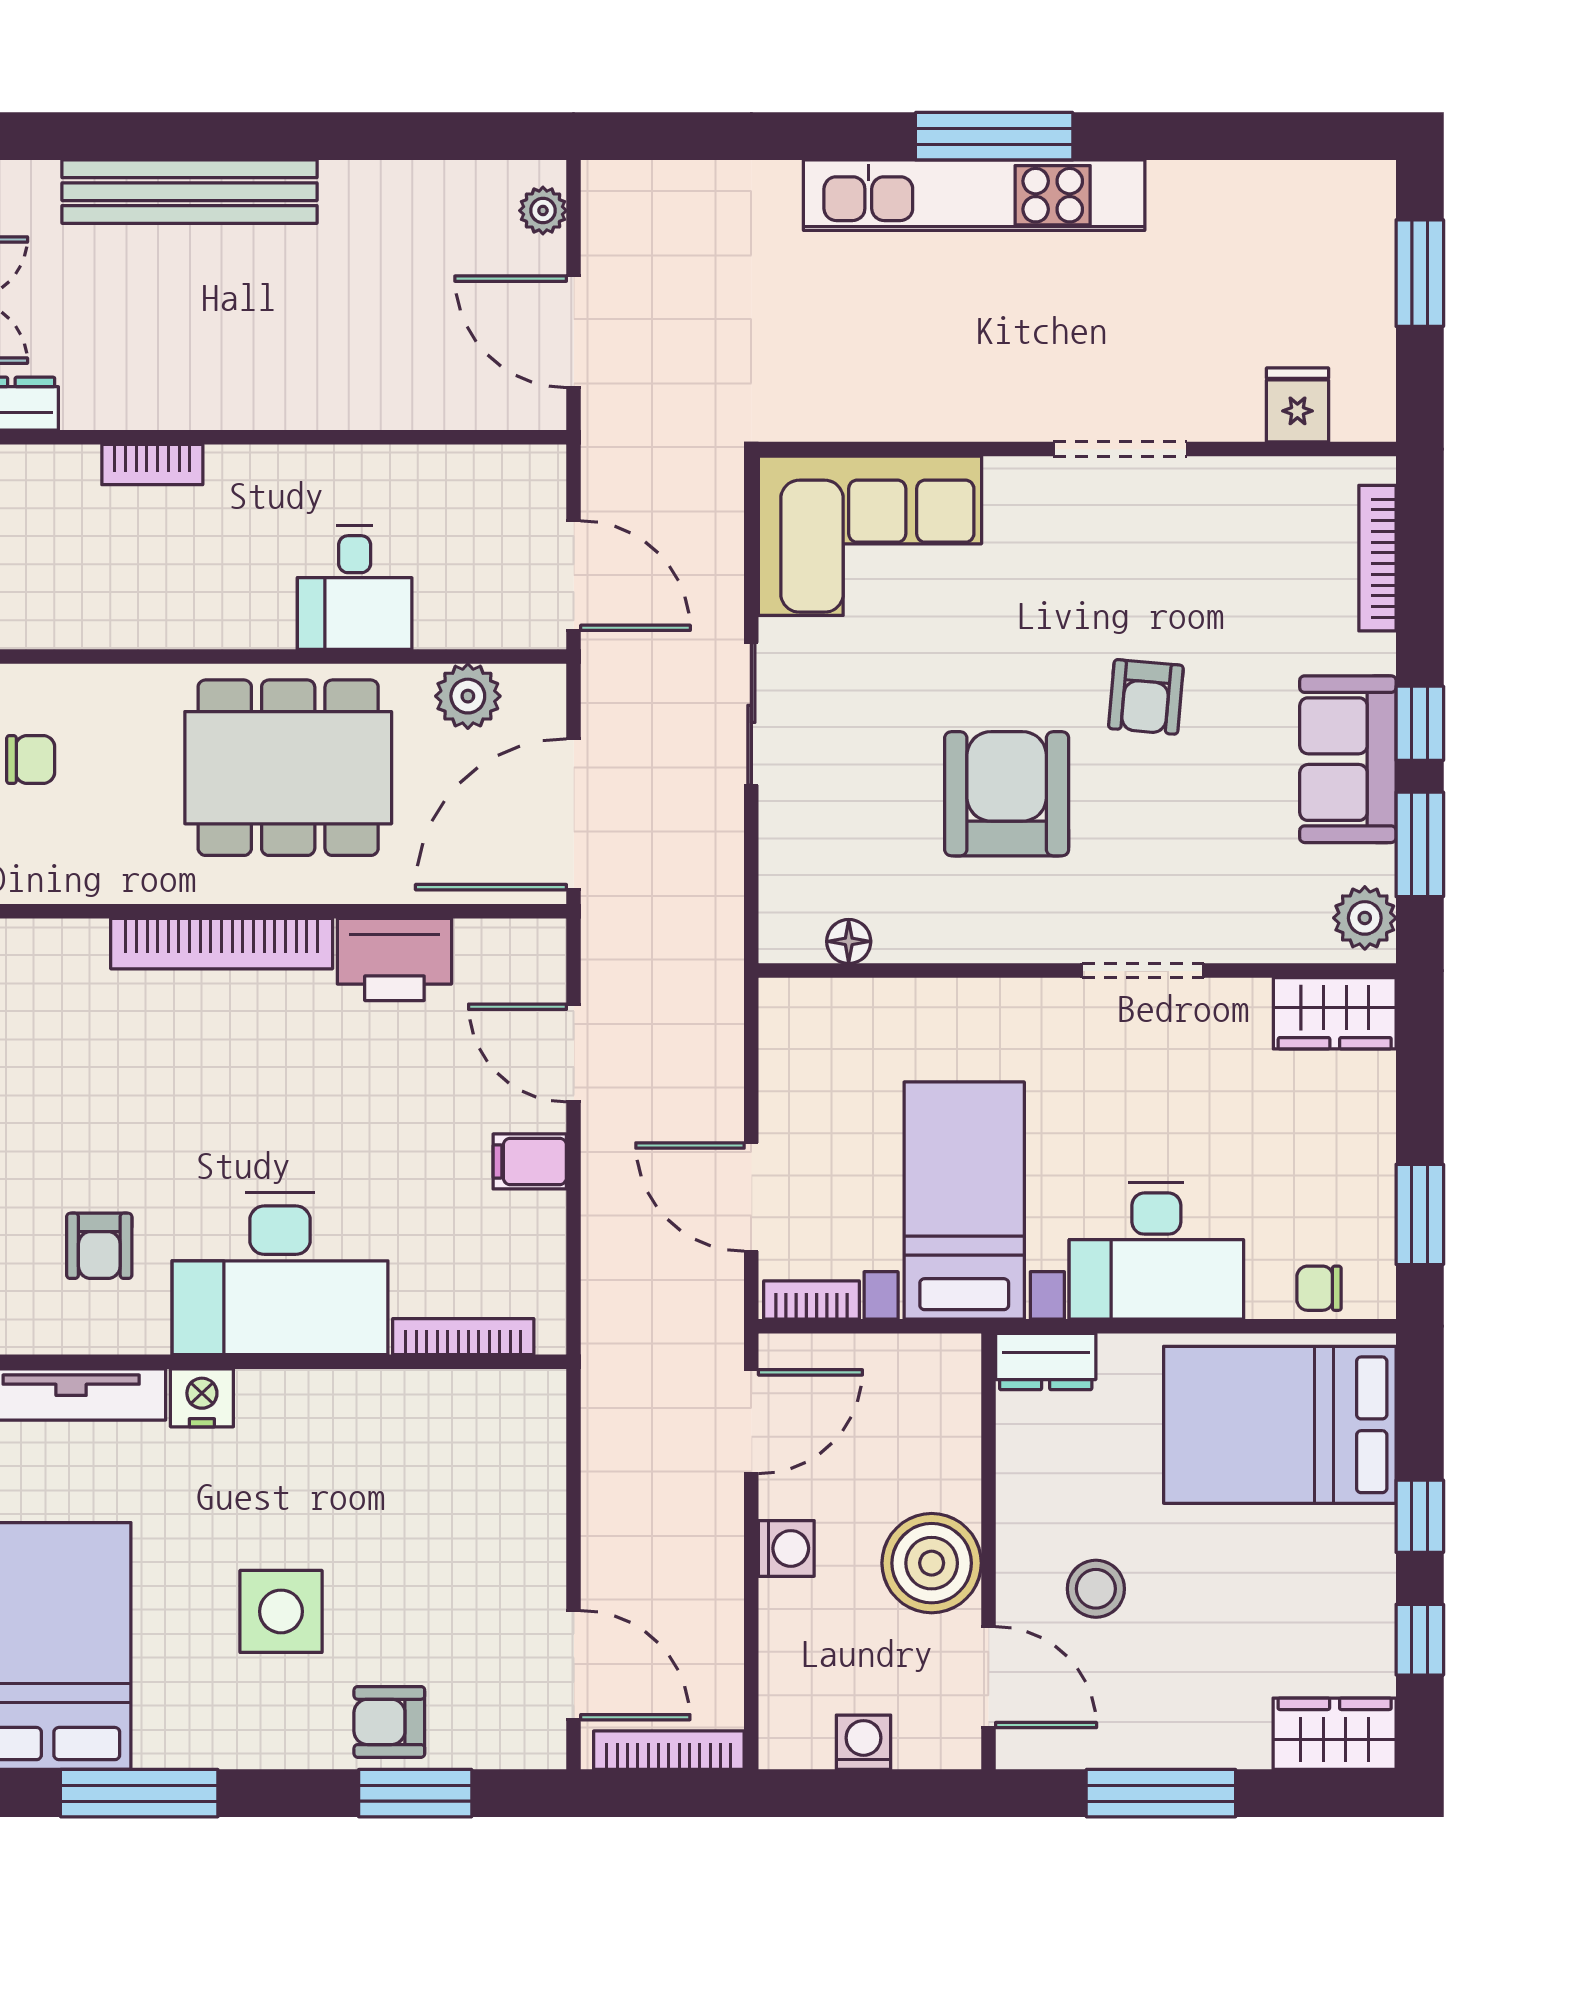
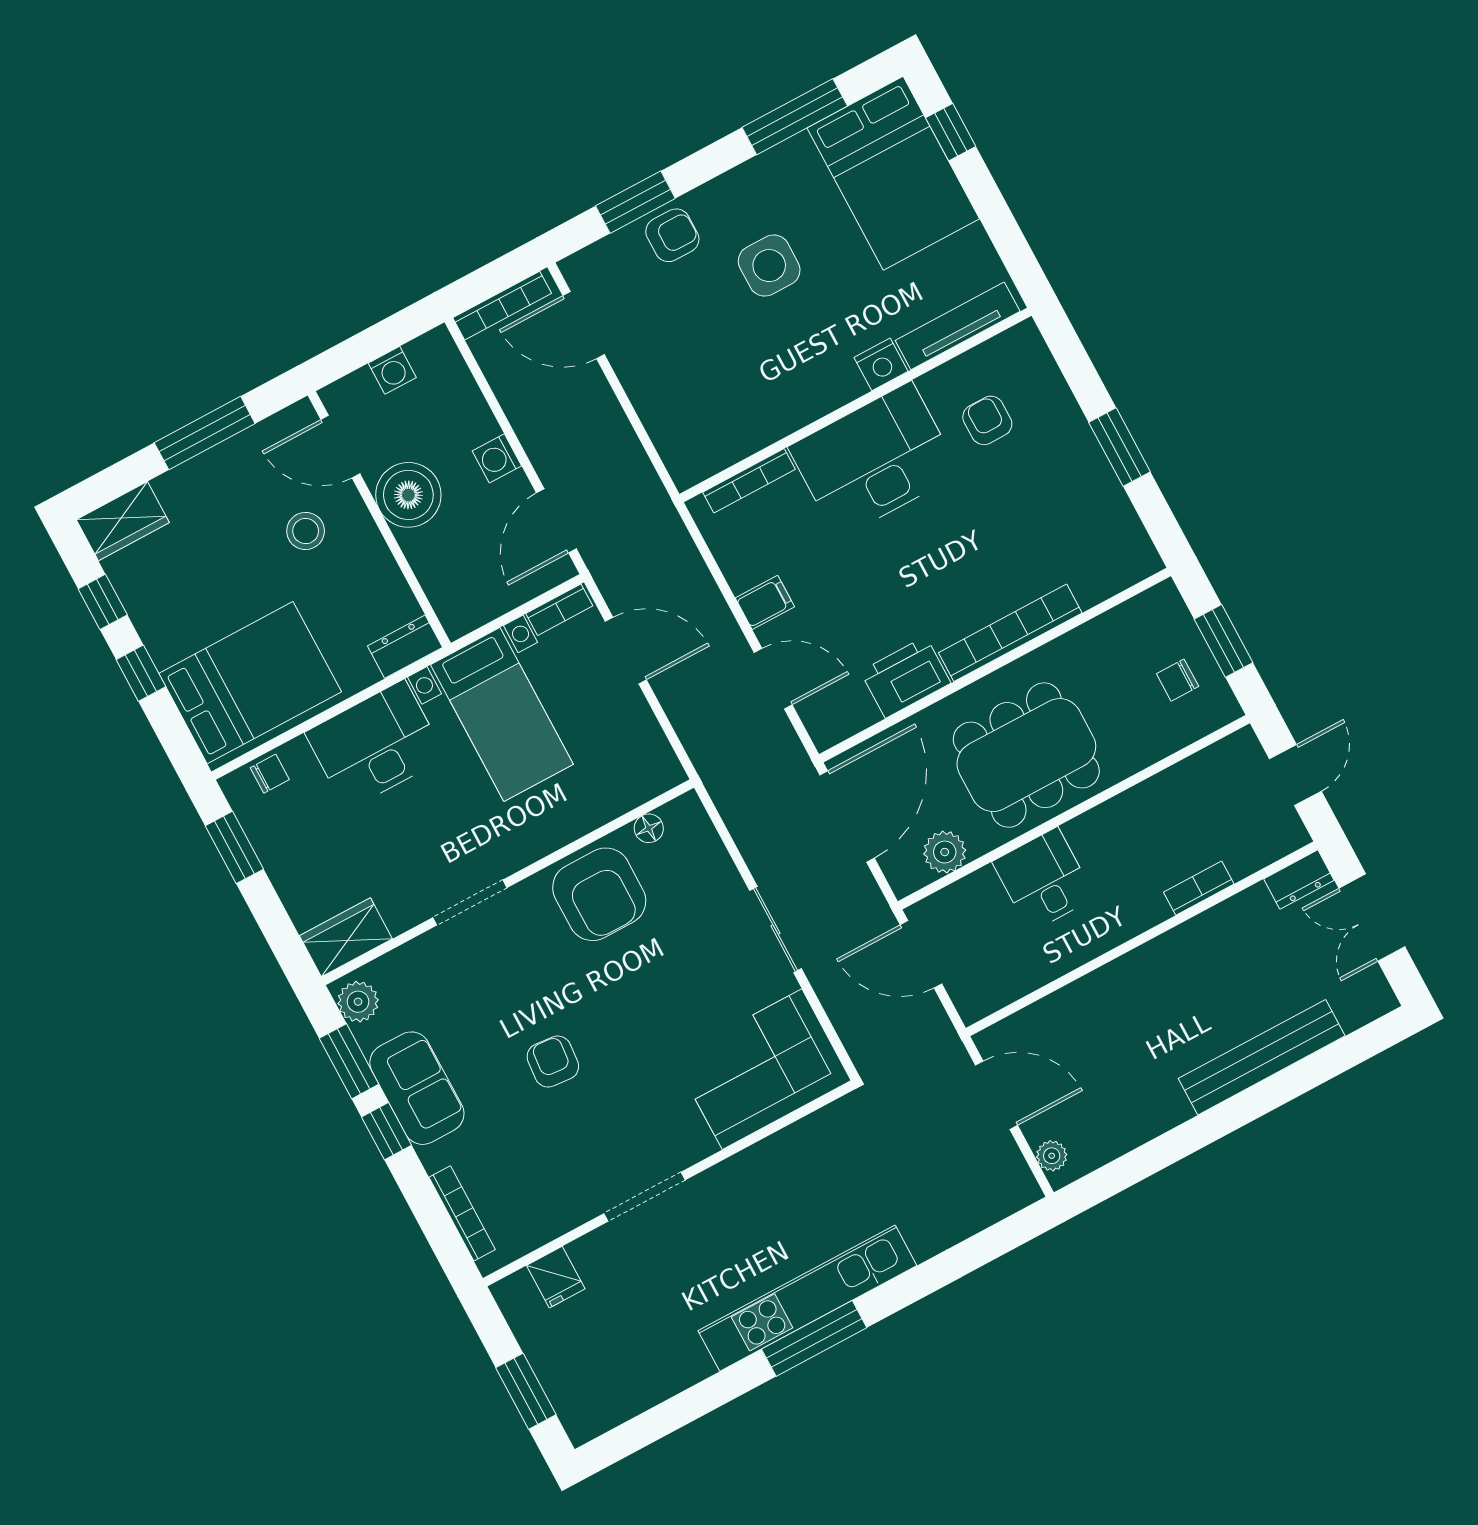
armchair: (1007, 794) -> (599, 894), moved

